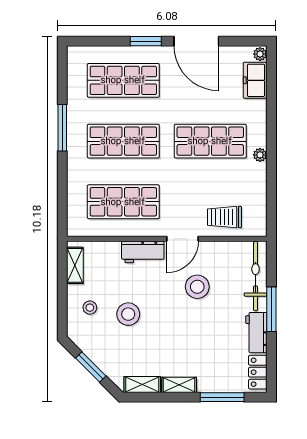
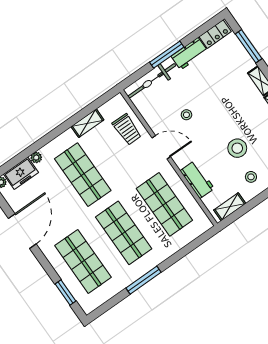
window: (146, 41) -> (65, 292), moved
plant: (260, 155) -> (36, 158), moved
shelving: (258, 182) -> (87, 123), added
workbench: (143, 252) -> (197, 180), moved
stool: (197, 287) -> (186, 115), width x0.53, depth x0.53

